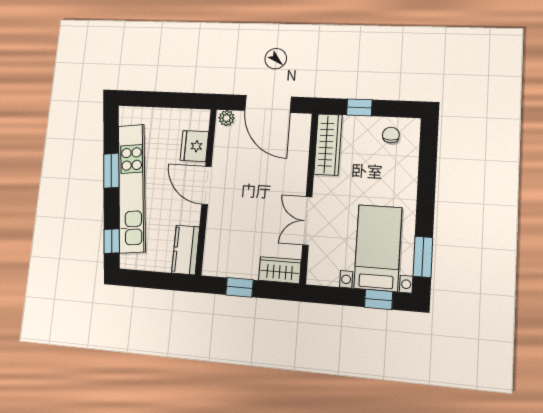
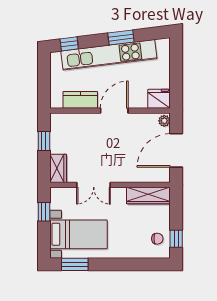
window: (359, 107) -> (176, 239), moved
fridge: (194, 146) -> (159, 99), moved
double door: (307, 221) -> (94, 185), swing flipped
kitchen counter: (186, 250) -> (80, 100), moved
window: (379, 299) -> (44, 212), moved

